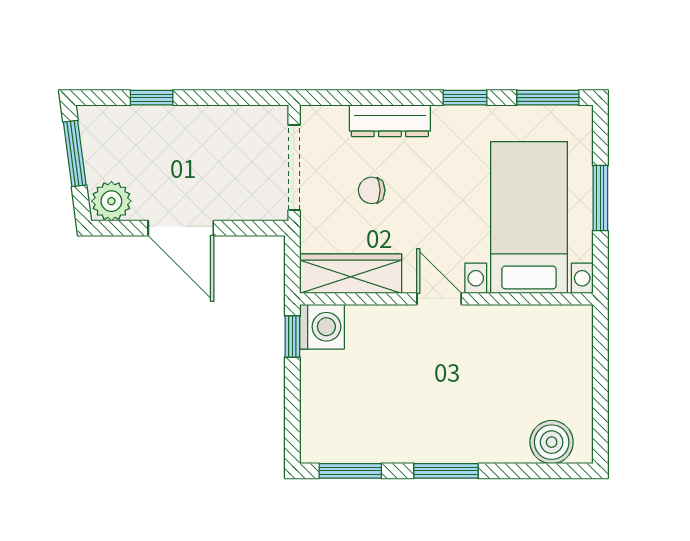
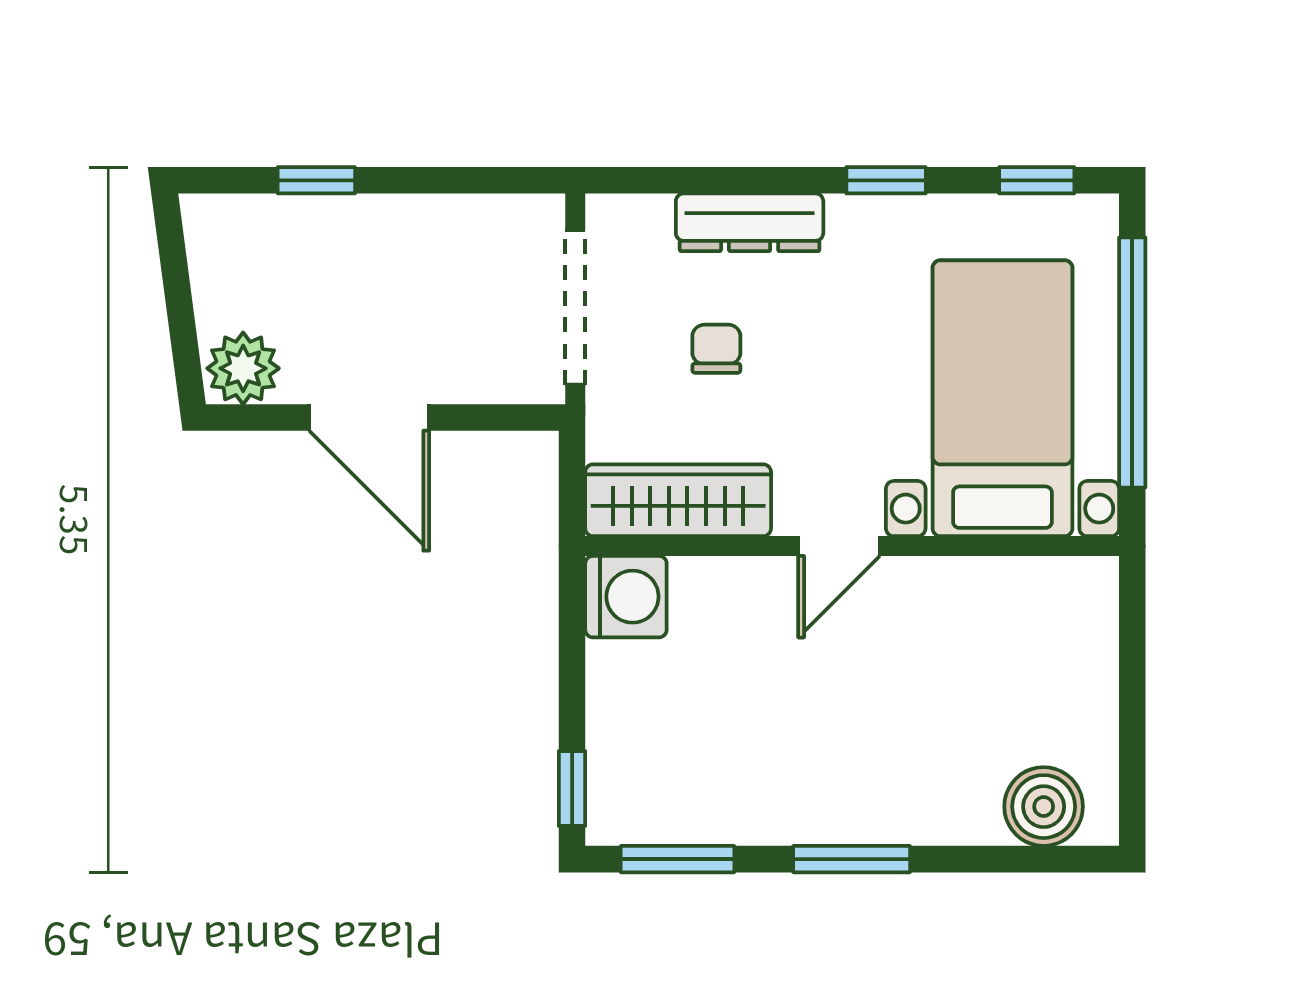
window: (548, 98) -> (1037, 180), width x0.67
window: (75, 153) -> (176, 282), removed
chair: (372, 190) -> (716, 349), turned 90
window: (600, 198) -> (1132, 363), width x2.11
door: (439, 299) -> (839, 546), swing flipped
window: (292, 336) -> (572, 788), moved

